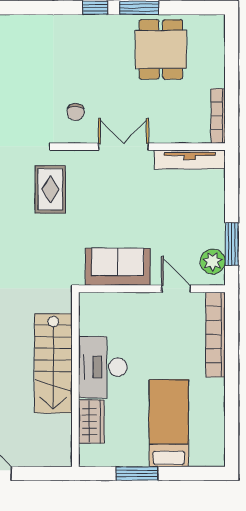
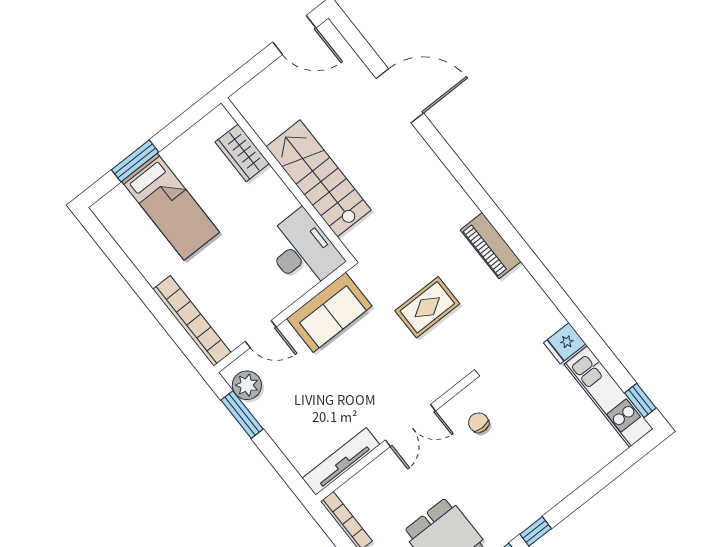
rug: (50, 189) -> (427, 307), moved, turned 90
desk: (103, 367) -> (303, 251), moved
window: (137, 473) -> (135, 161), moved

